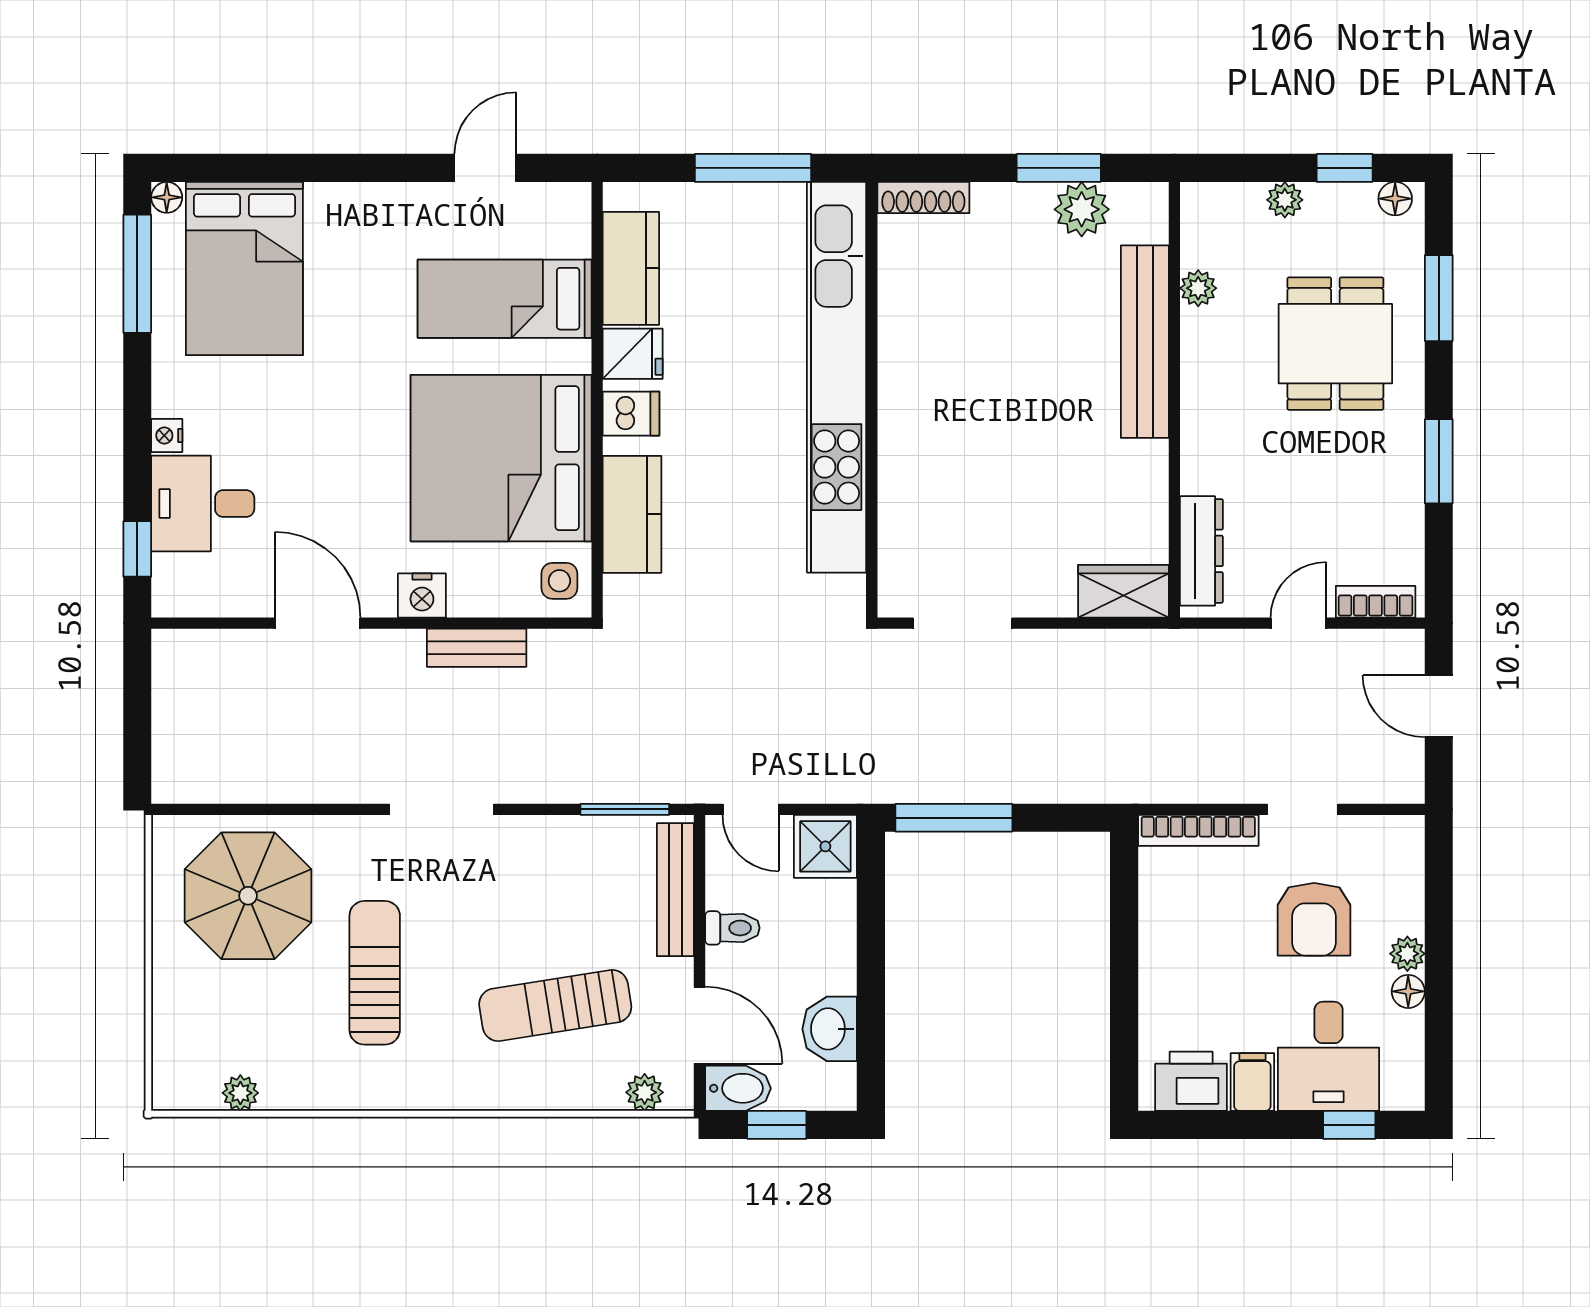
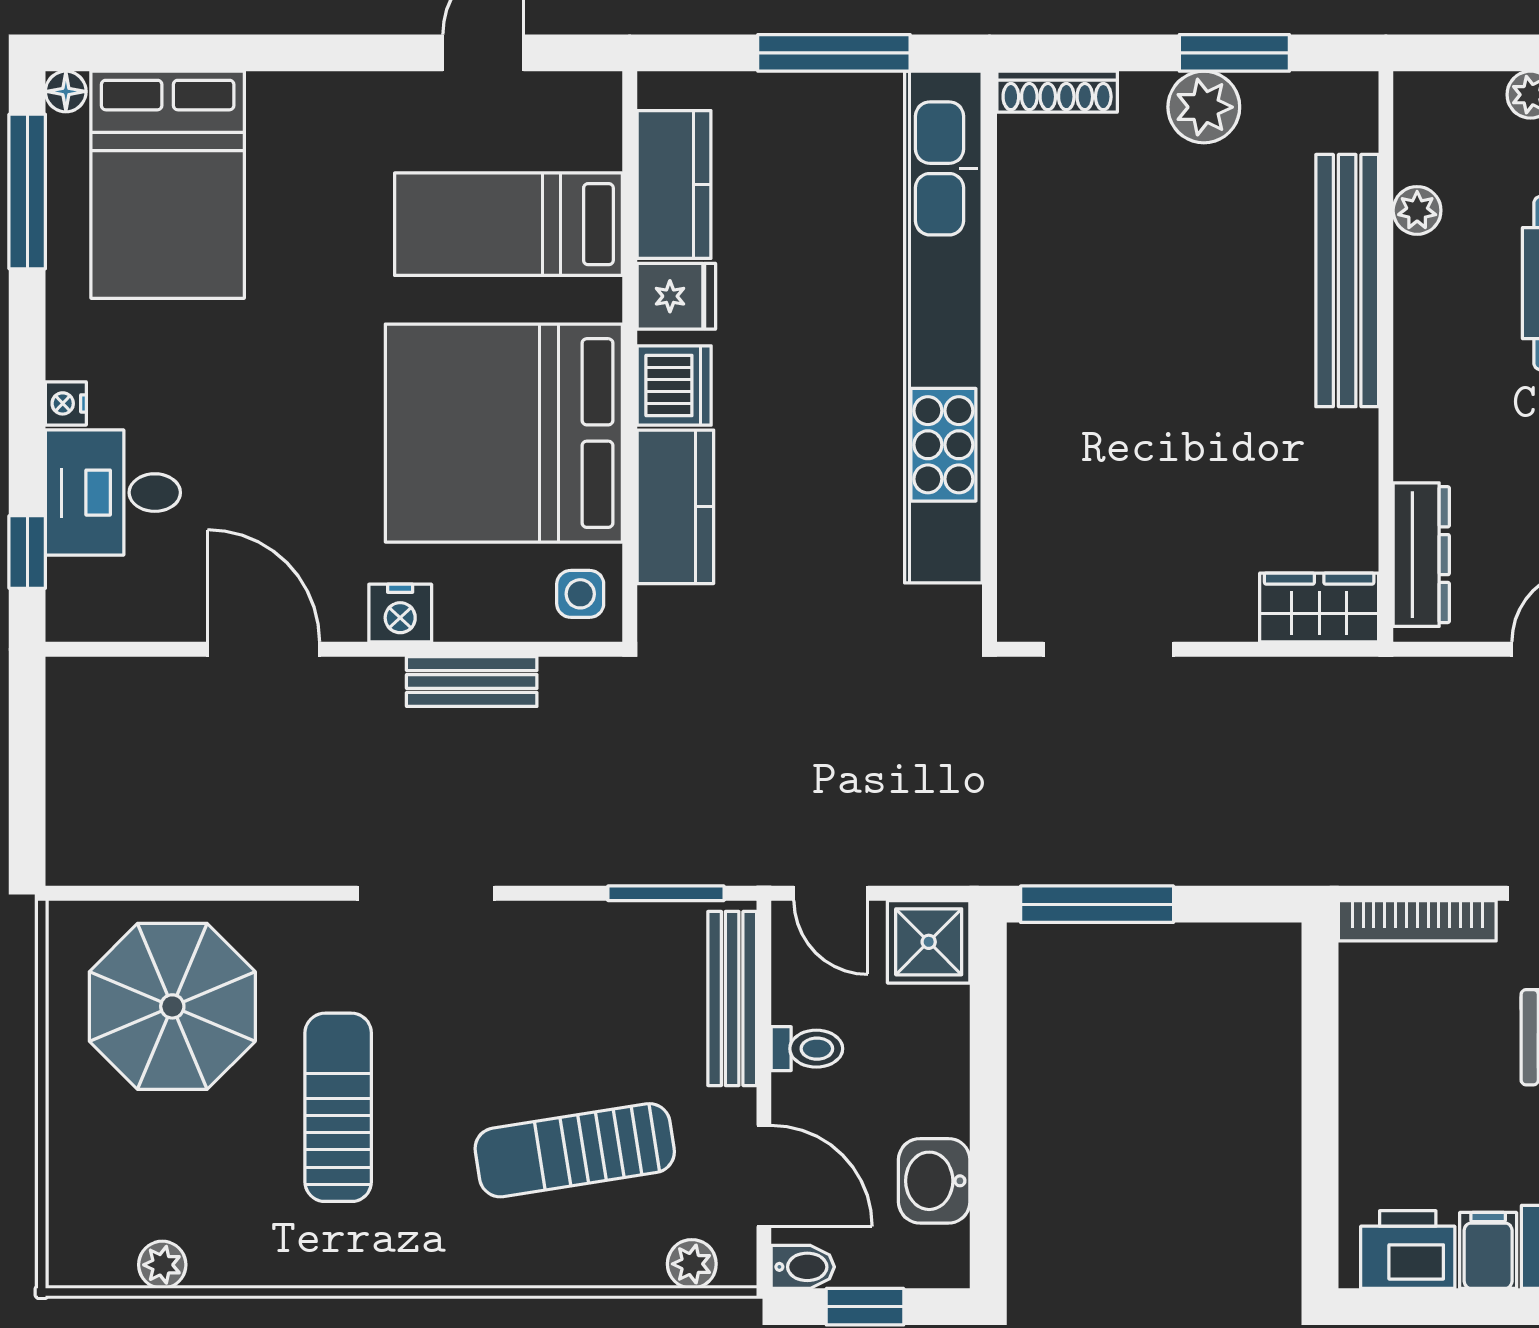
plant: (1082, 209) -> (1204, 107), moved
dishwasher: (631, 414) -> (674, 386), width x1.38
bidet: (738, 1088) -> (803, 1267), width x0.72, depth x0.74

